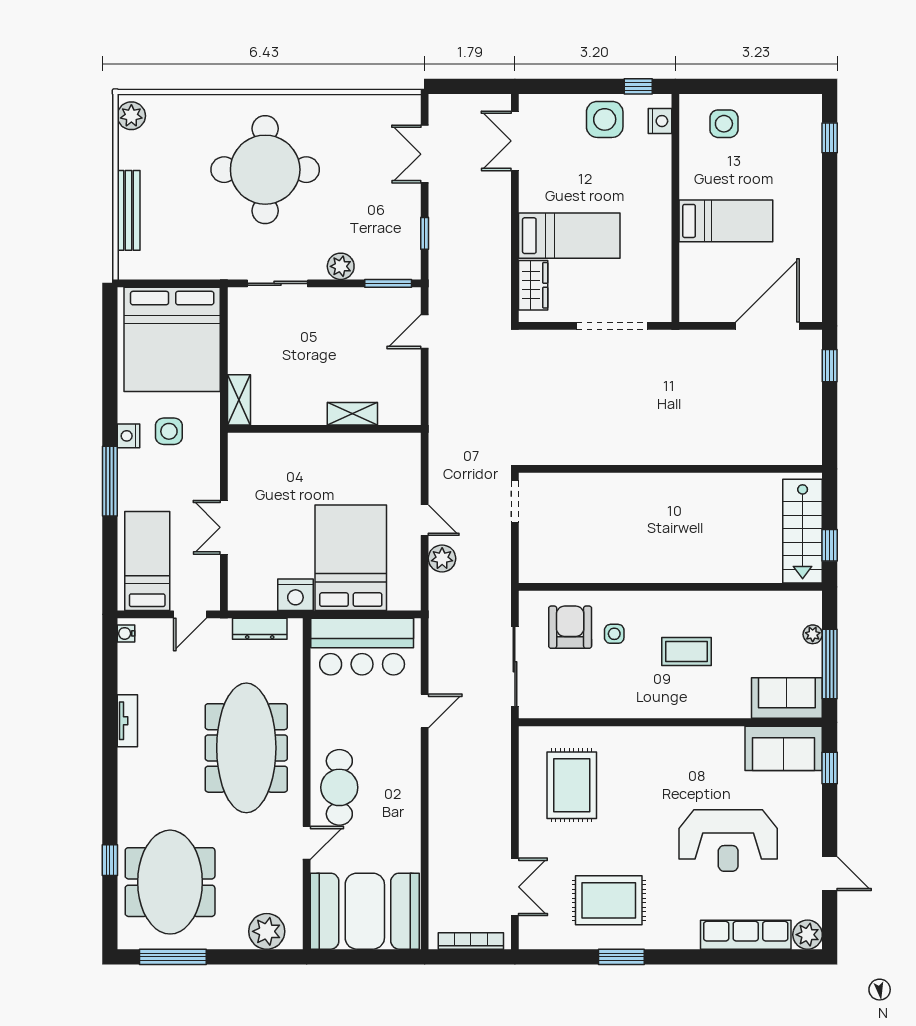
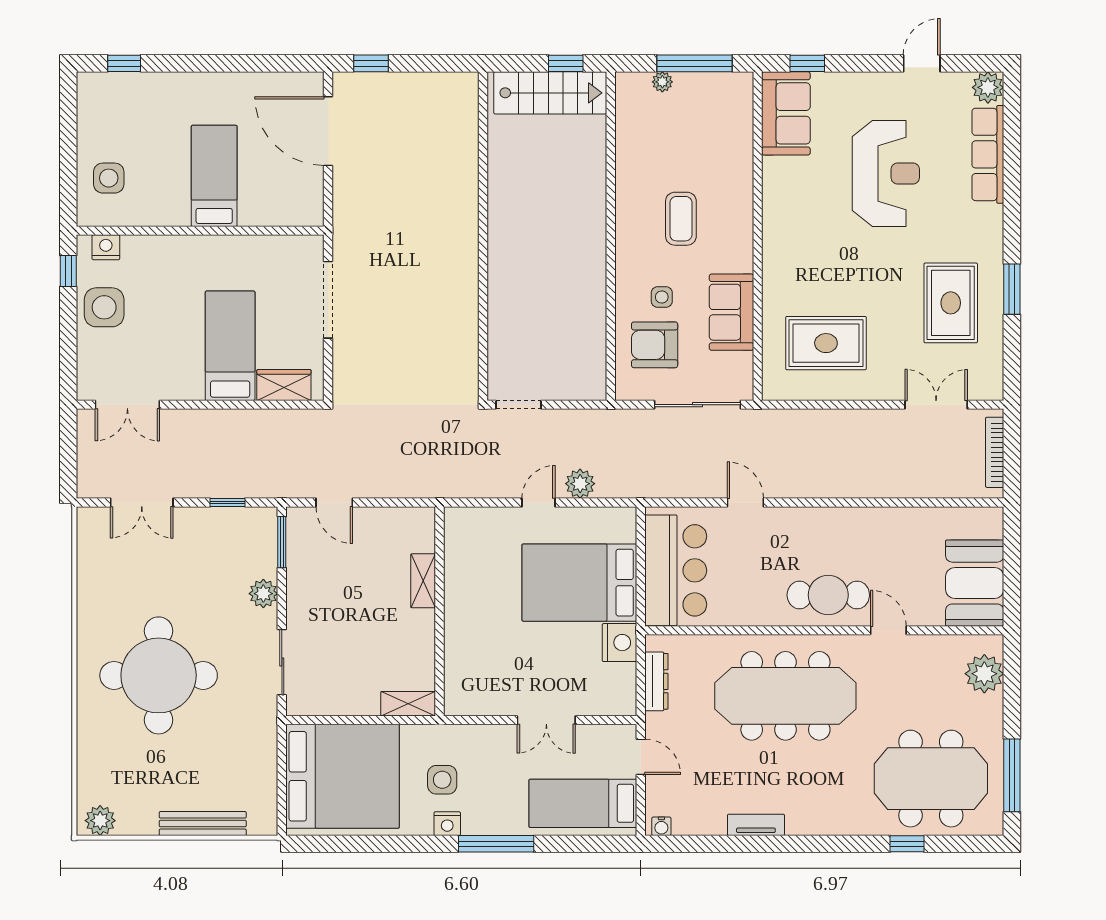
sofa: (787, 698) -> (731, 312), moved
booth: (365, 911) -> (975, 583), width x0.73, depth x0.70

